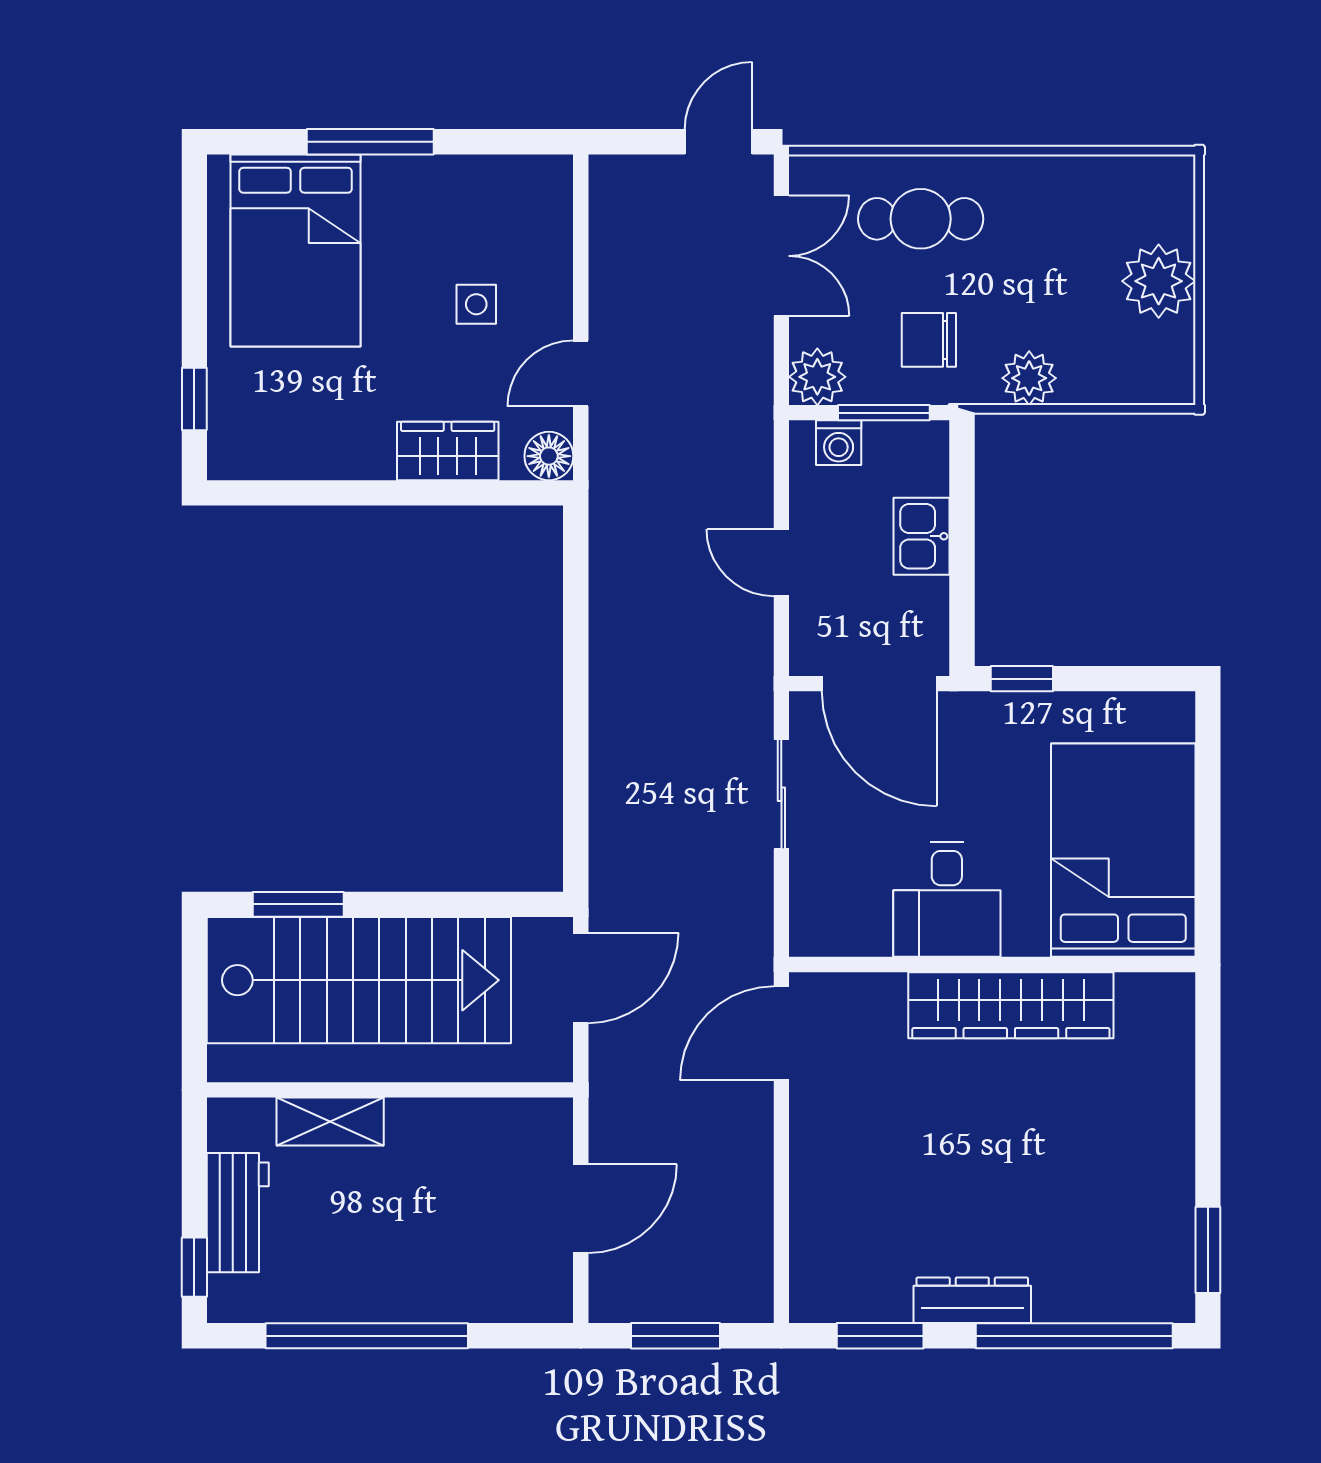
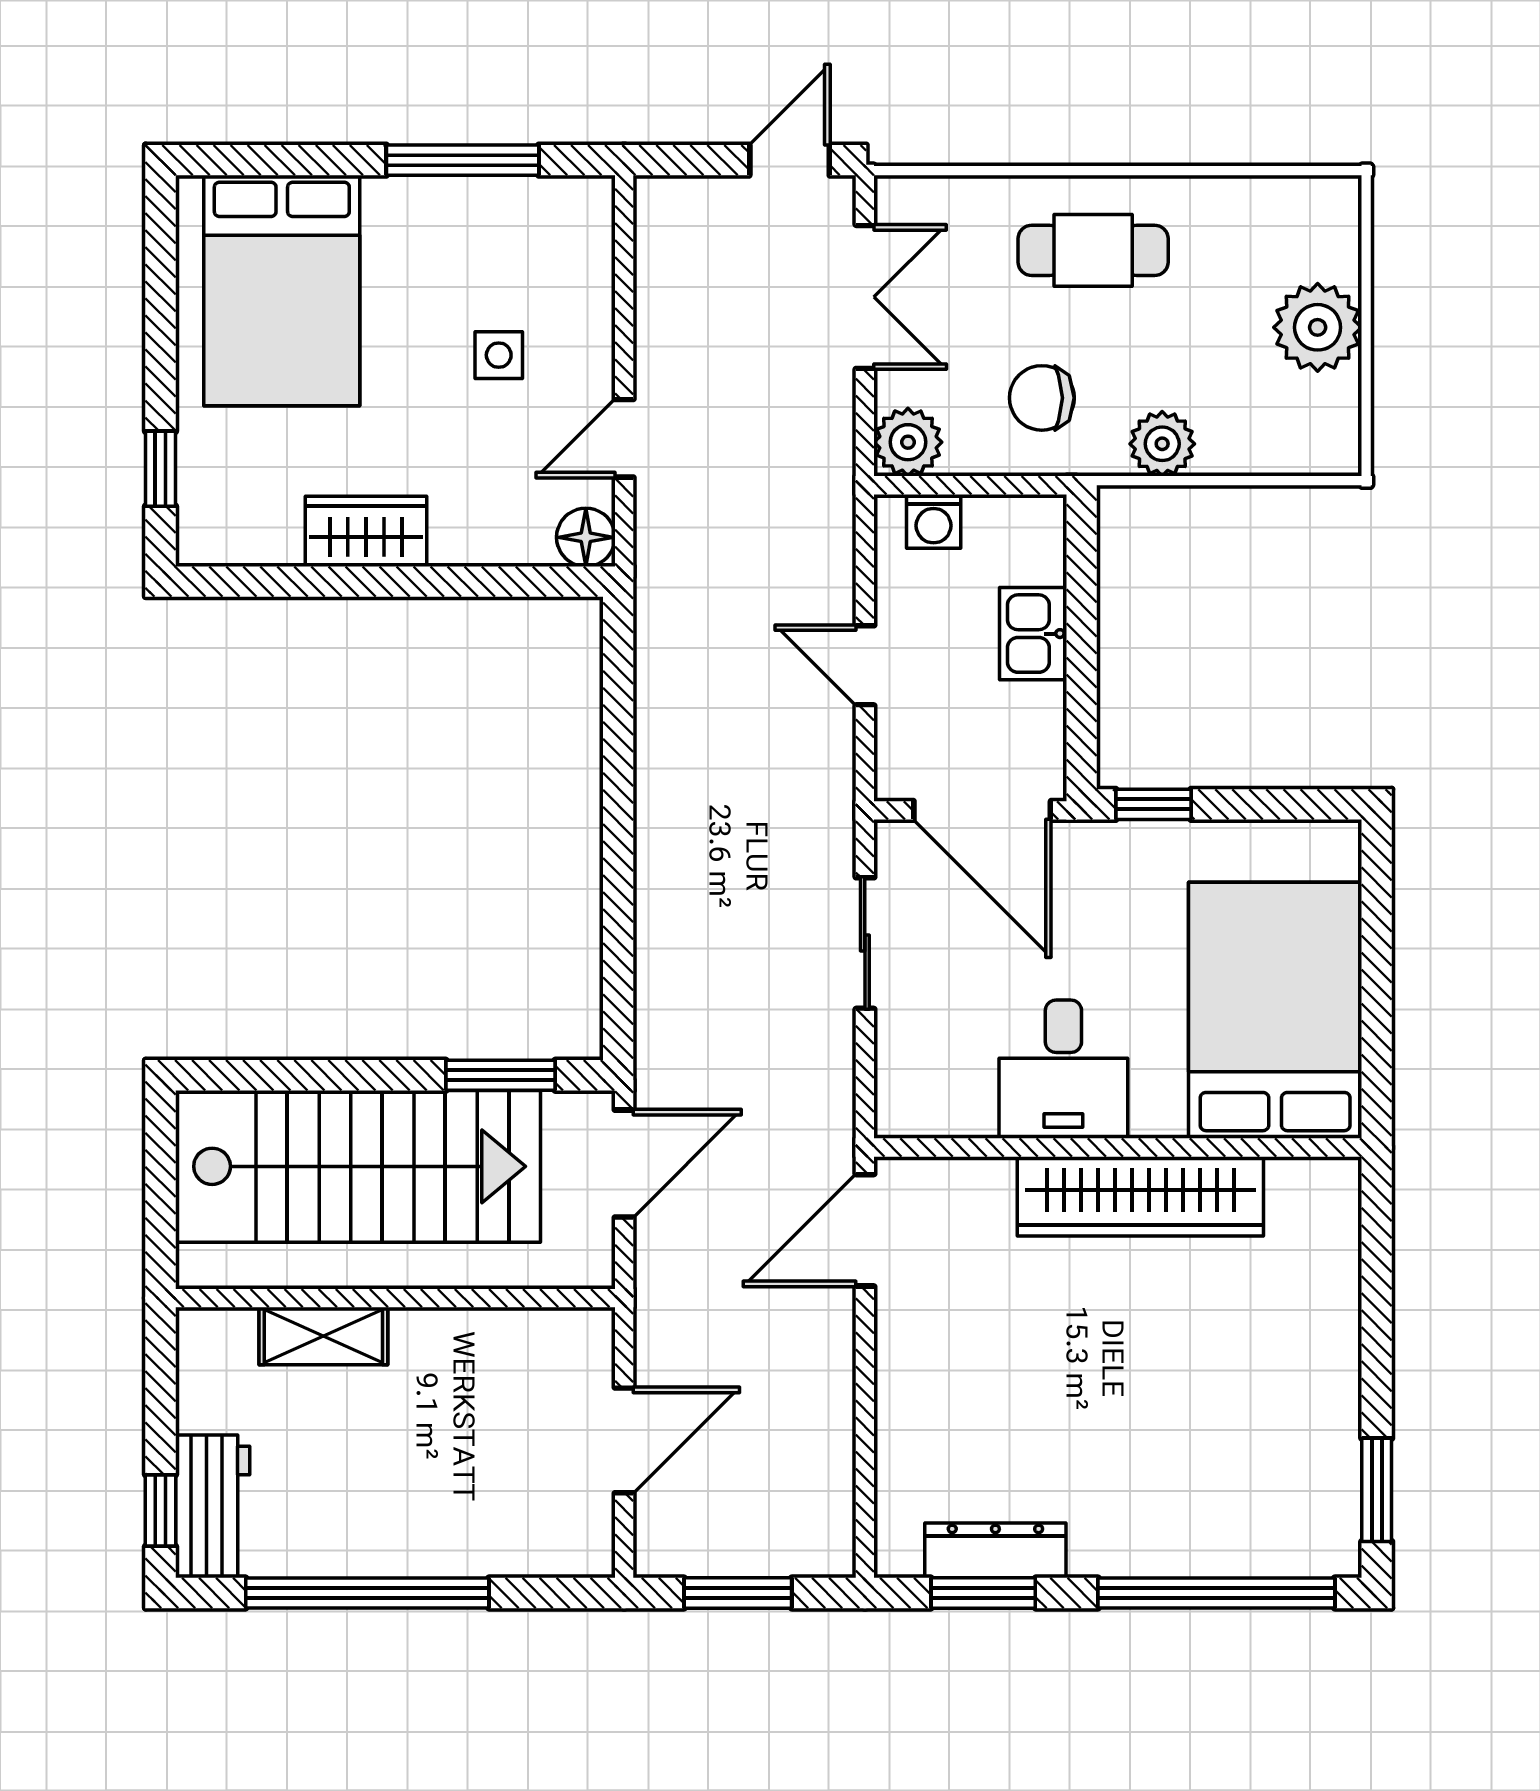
window: (370, 142) -> (463, 160), moved
cafe table: (921, 219) -> (1093, 250), moved
window: (884, 413) -> (988, 485), removed
wardrobe: (448, 451) -> (366, 531), moved
window: (298, 904) -> (500, 1075), moved
workbench: (238, 1213) -> (213, 1506), moved
dresser: (972, 1300) -> (995, 1550), moved

